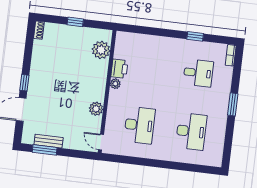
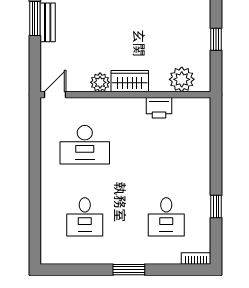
plant: (115, 84) -> (138, 105), removed
wardrobe: (98, 87) -> (130, 81), added
desk: (191, 131) -> (85, 217), width x0.73

